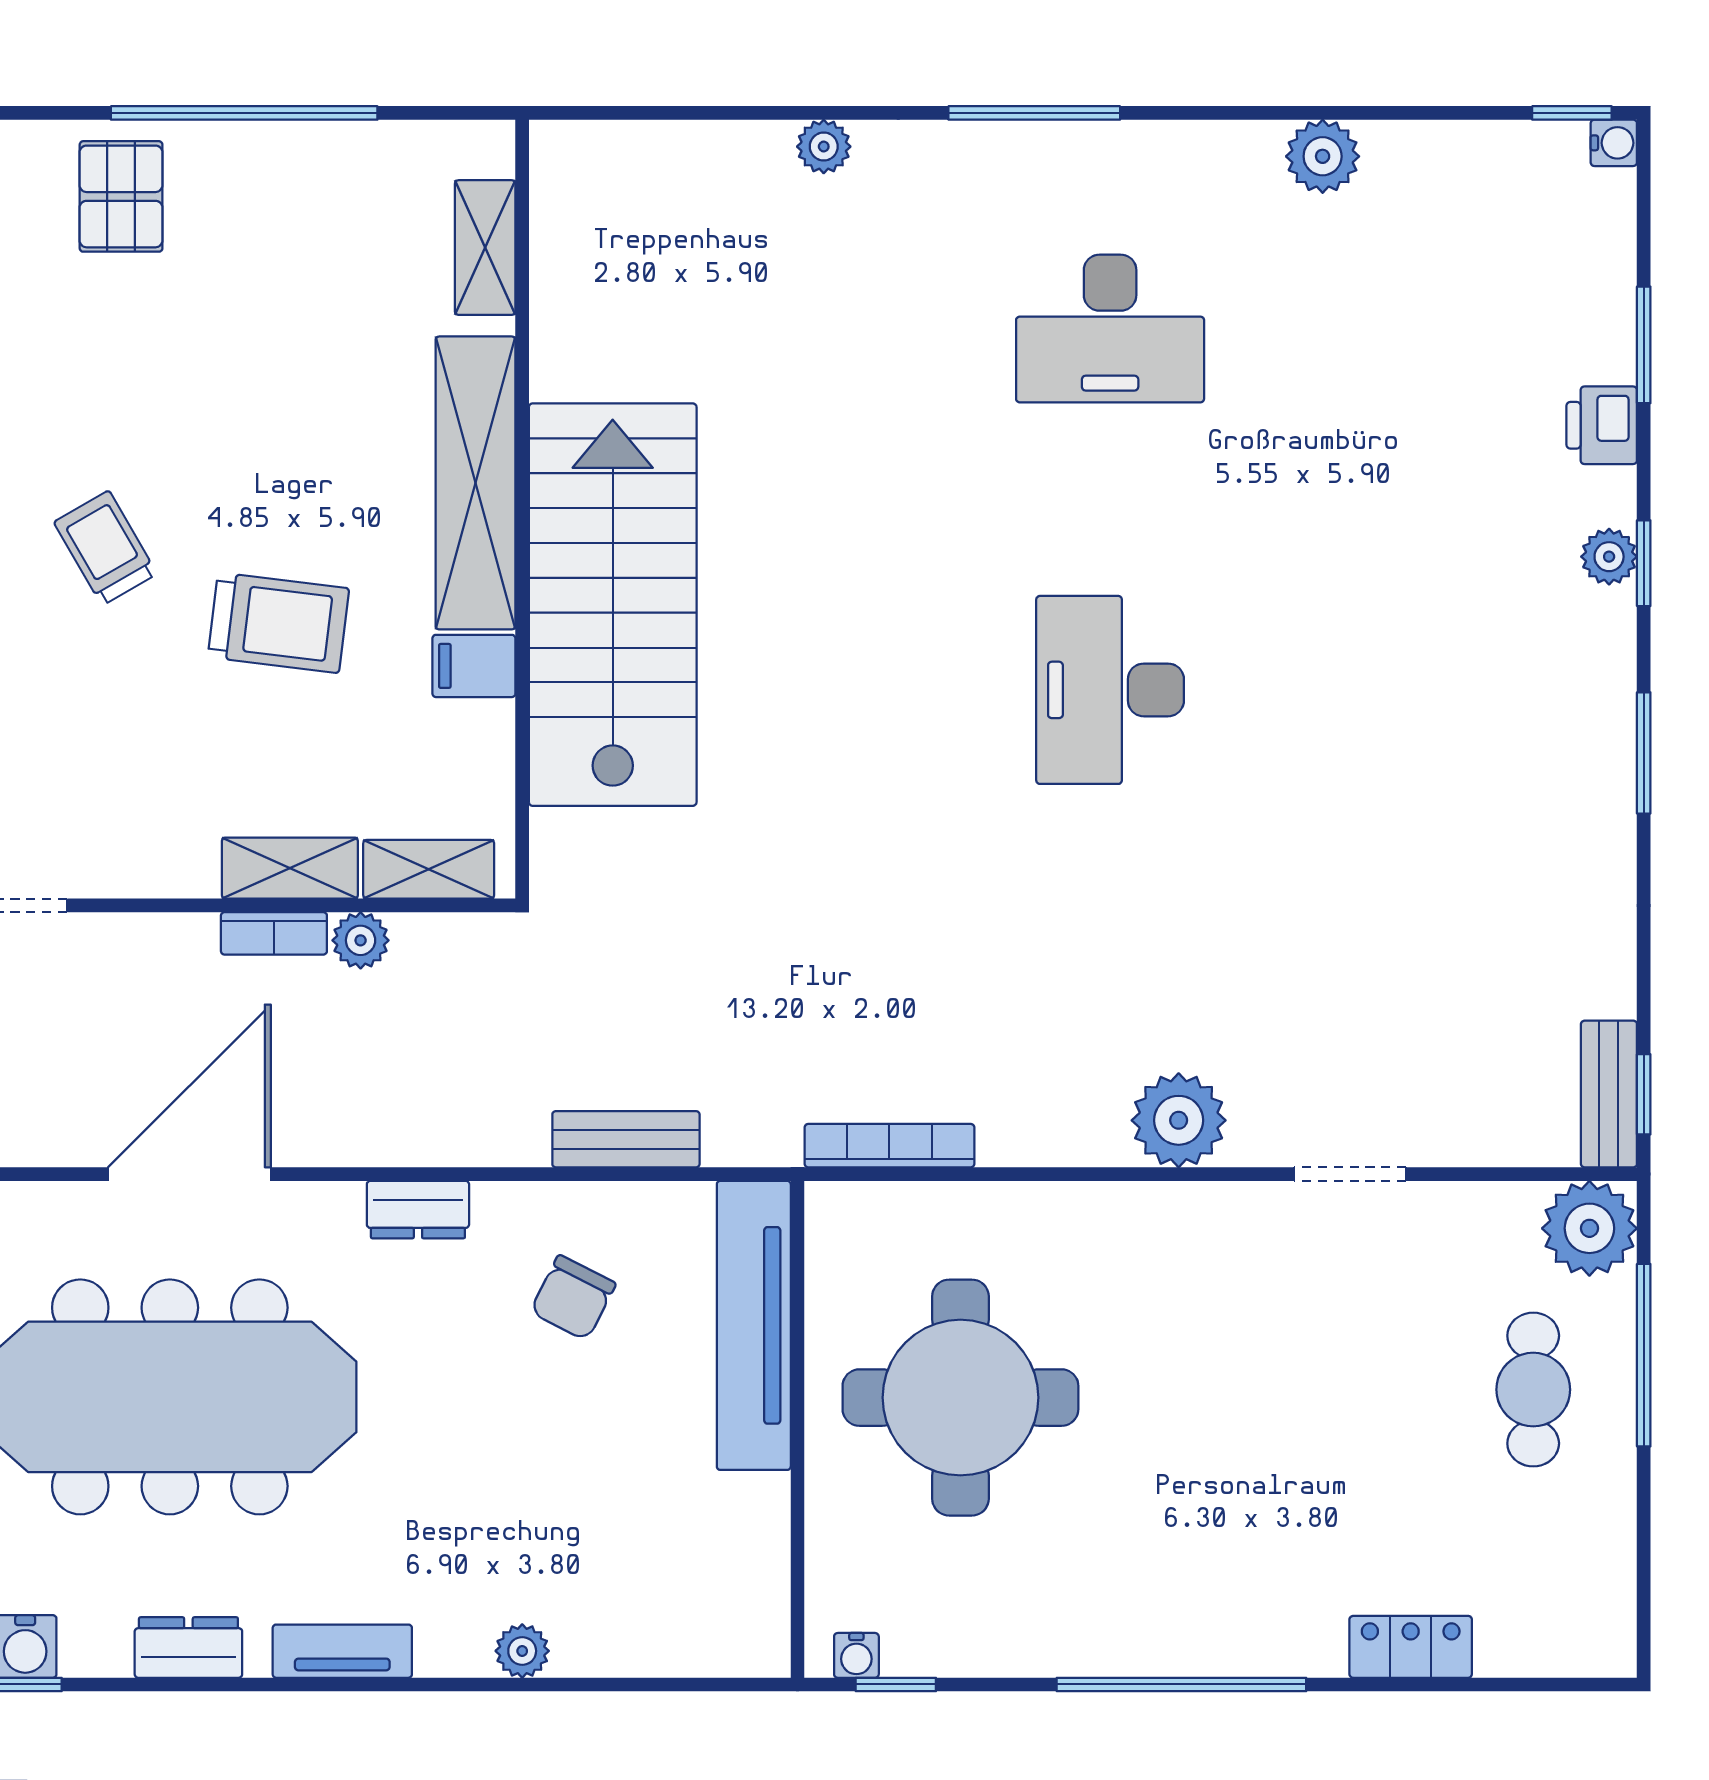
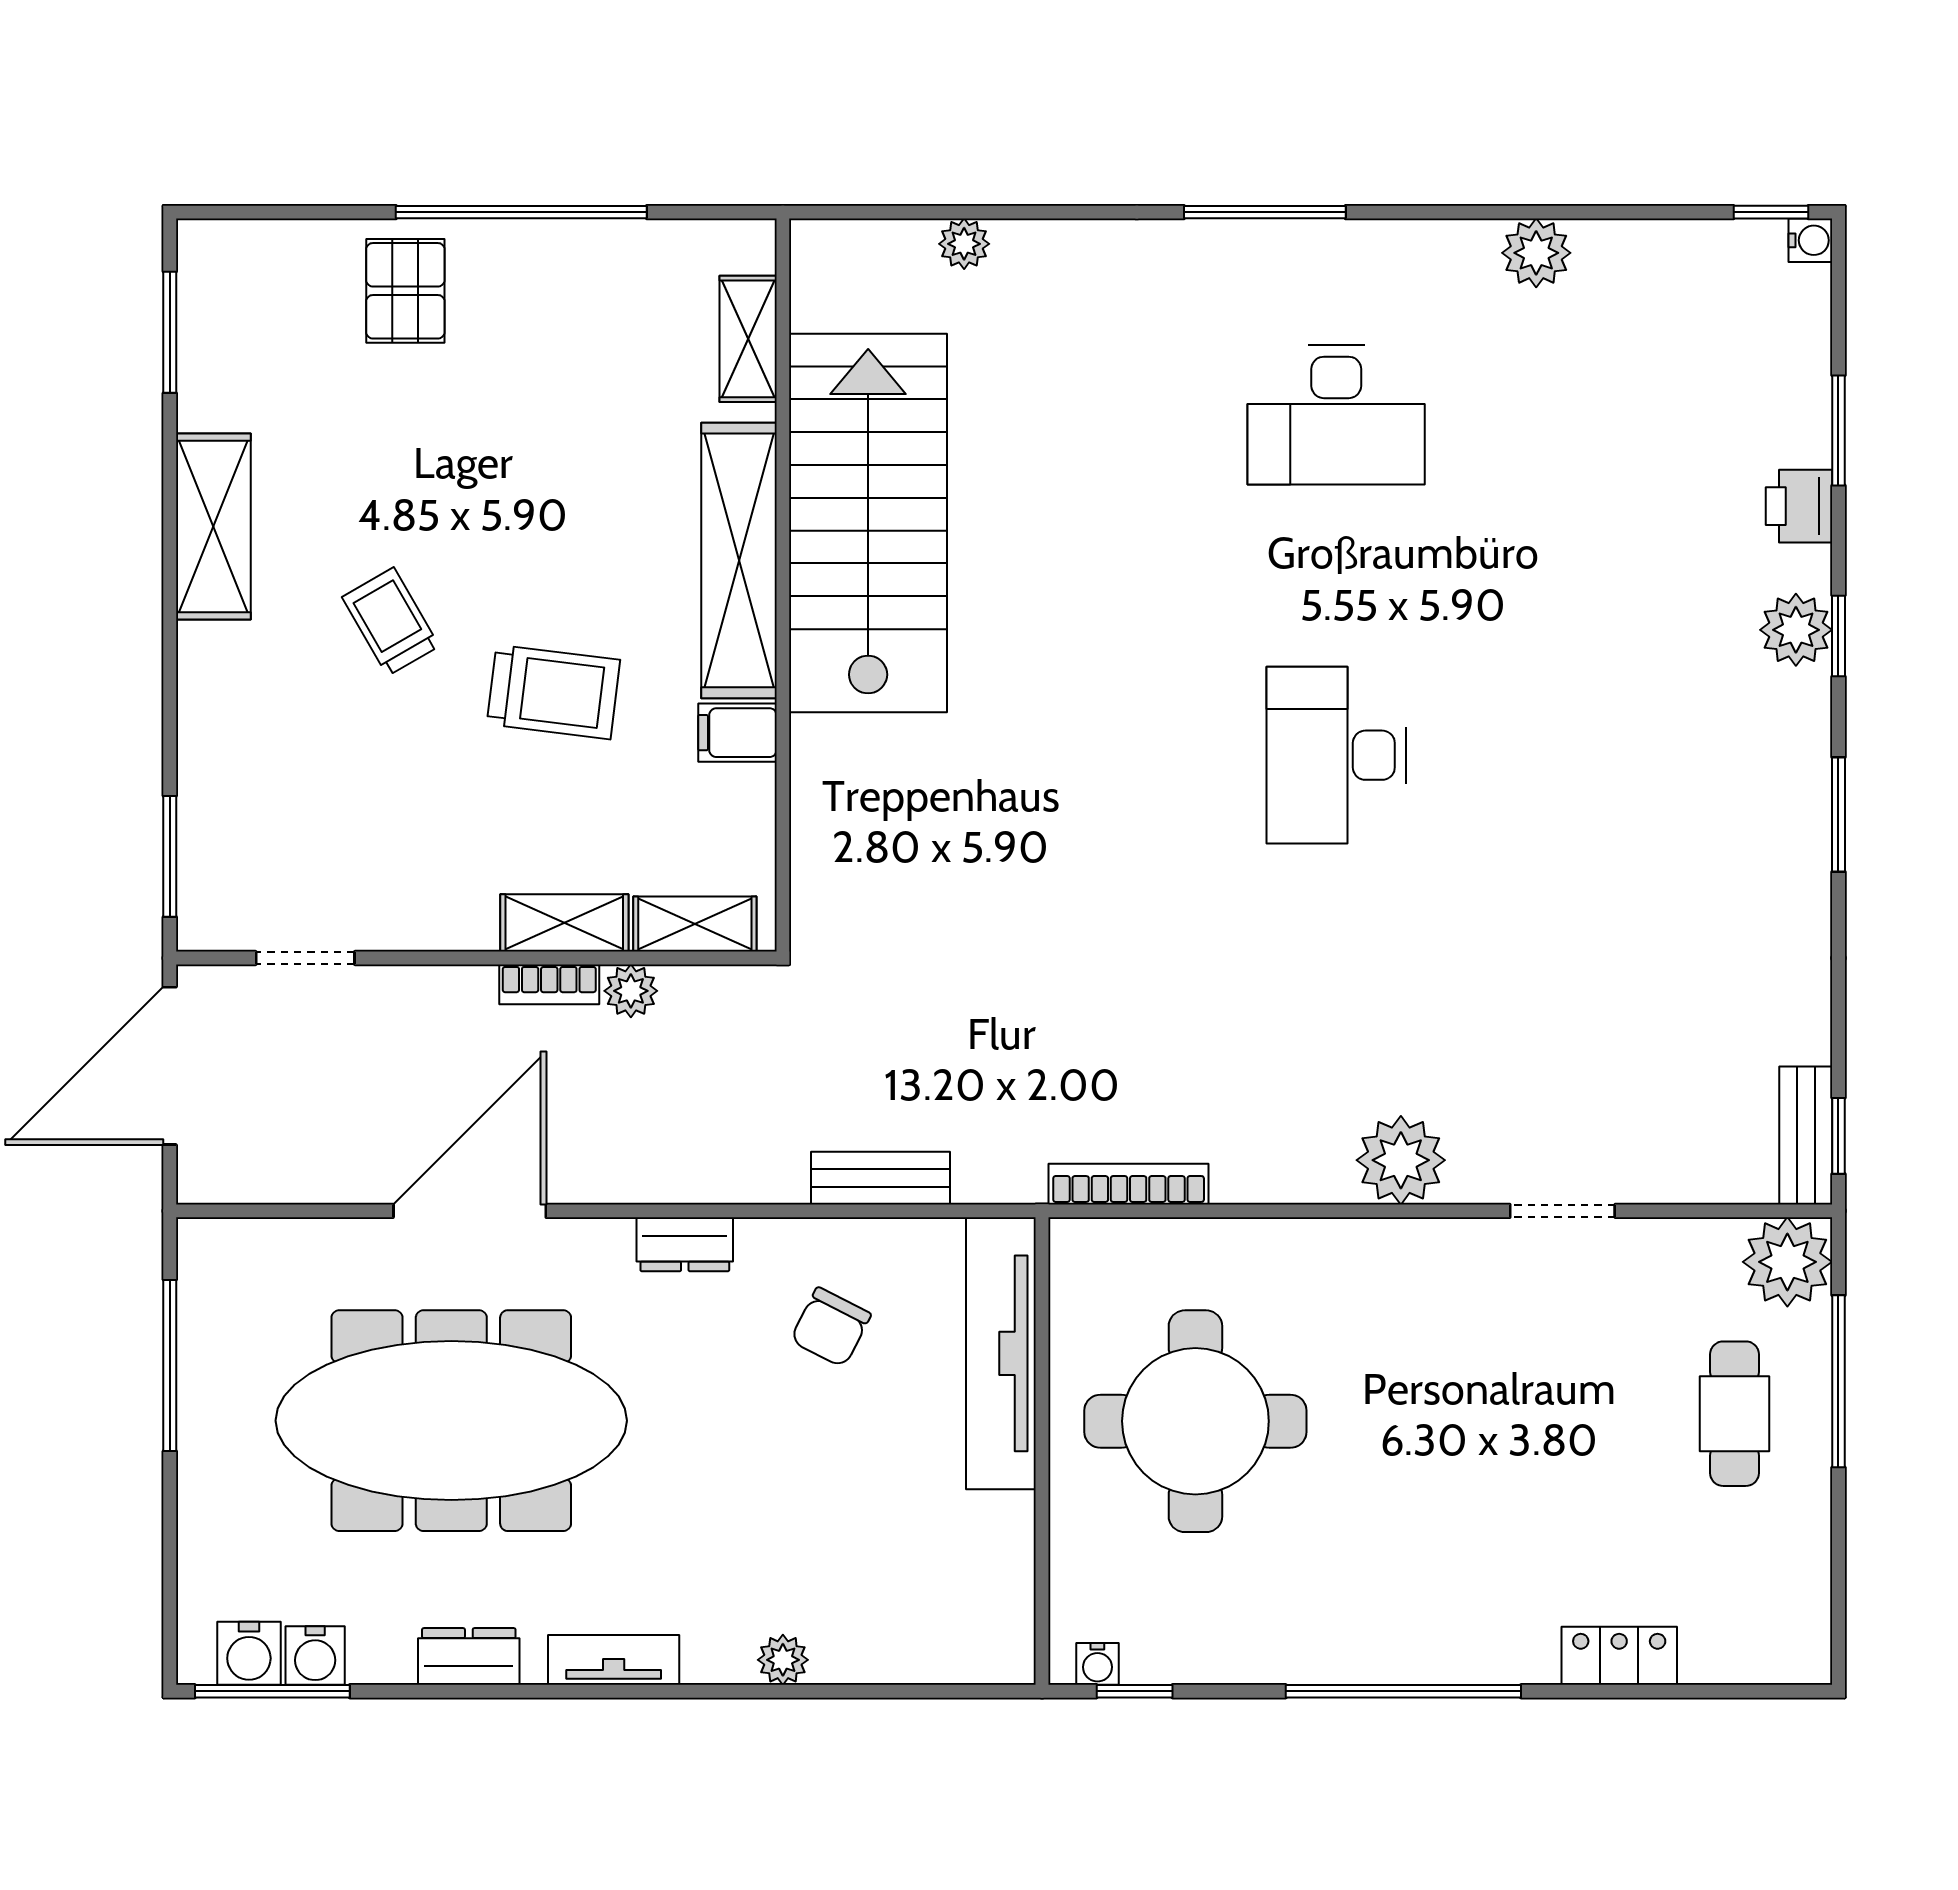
plant: (824, 147) -> (964, 244), moved
plant: (1609, 557) -> (1796, 630), width x1.38, depth x1.38
stairs: (613, 605) -> (868, 523), moved

